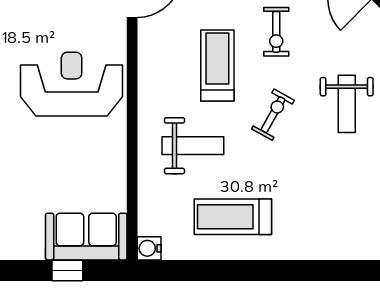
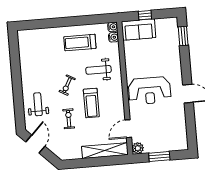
weight bench: (347, 104) -> (38, 104), moved
treadmill: (233, 217) -> (80, 43), turned 180
water cooler: (149, 223) -> (114, 37), added

